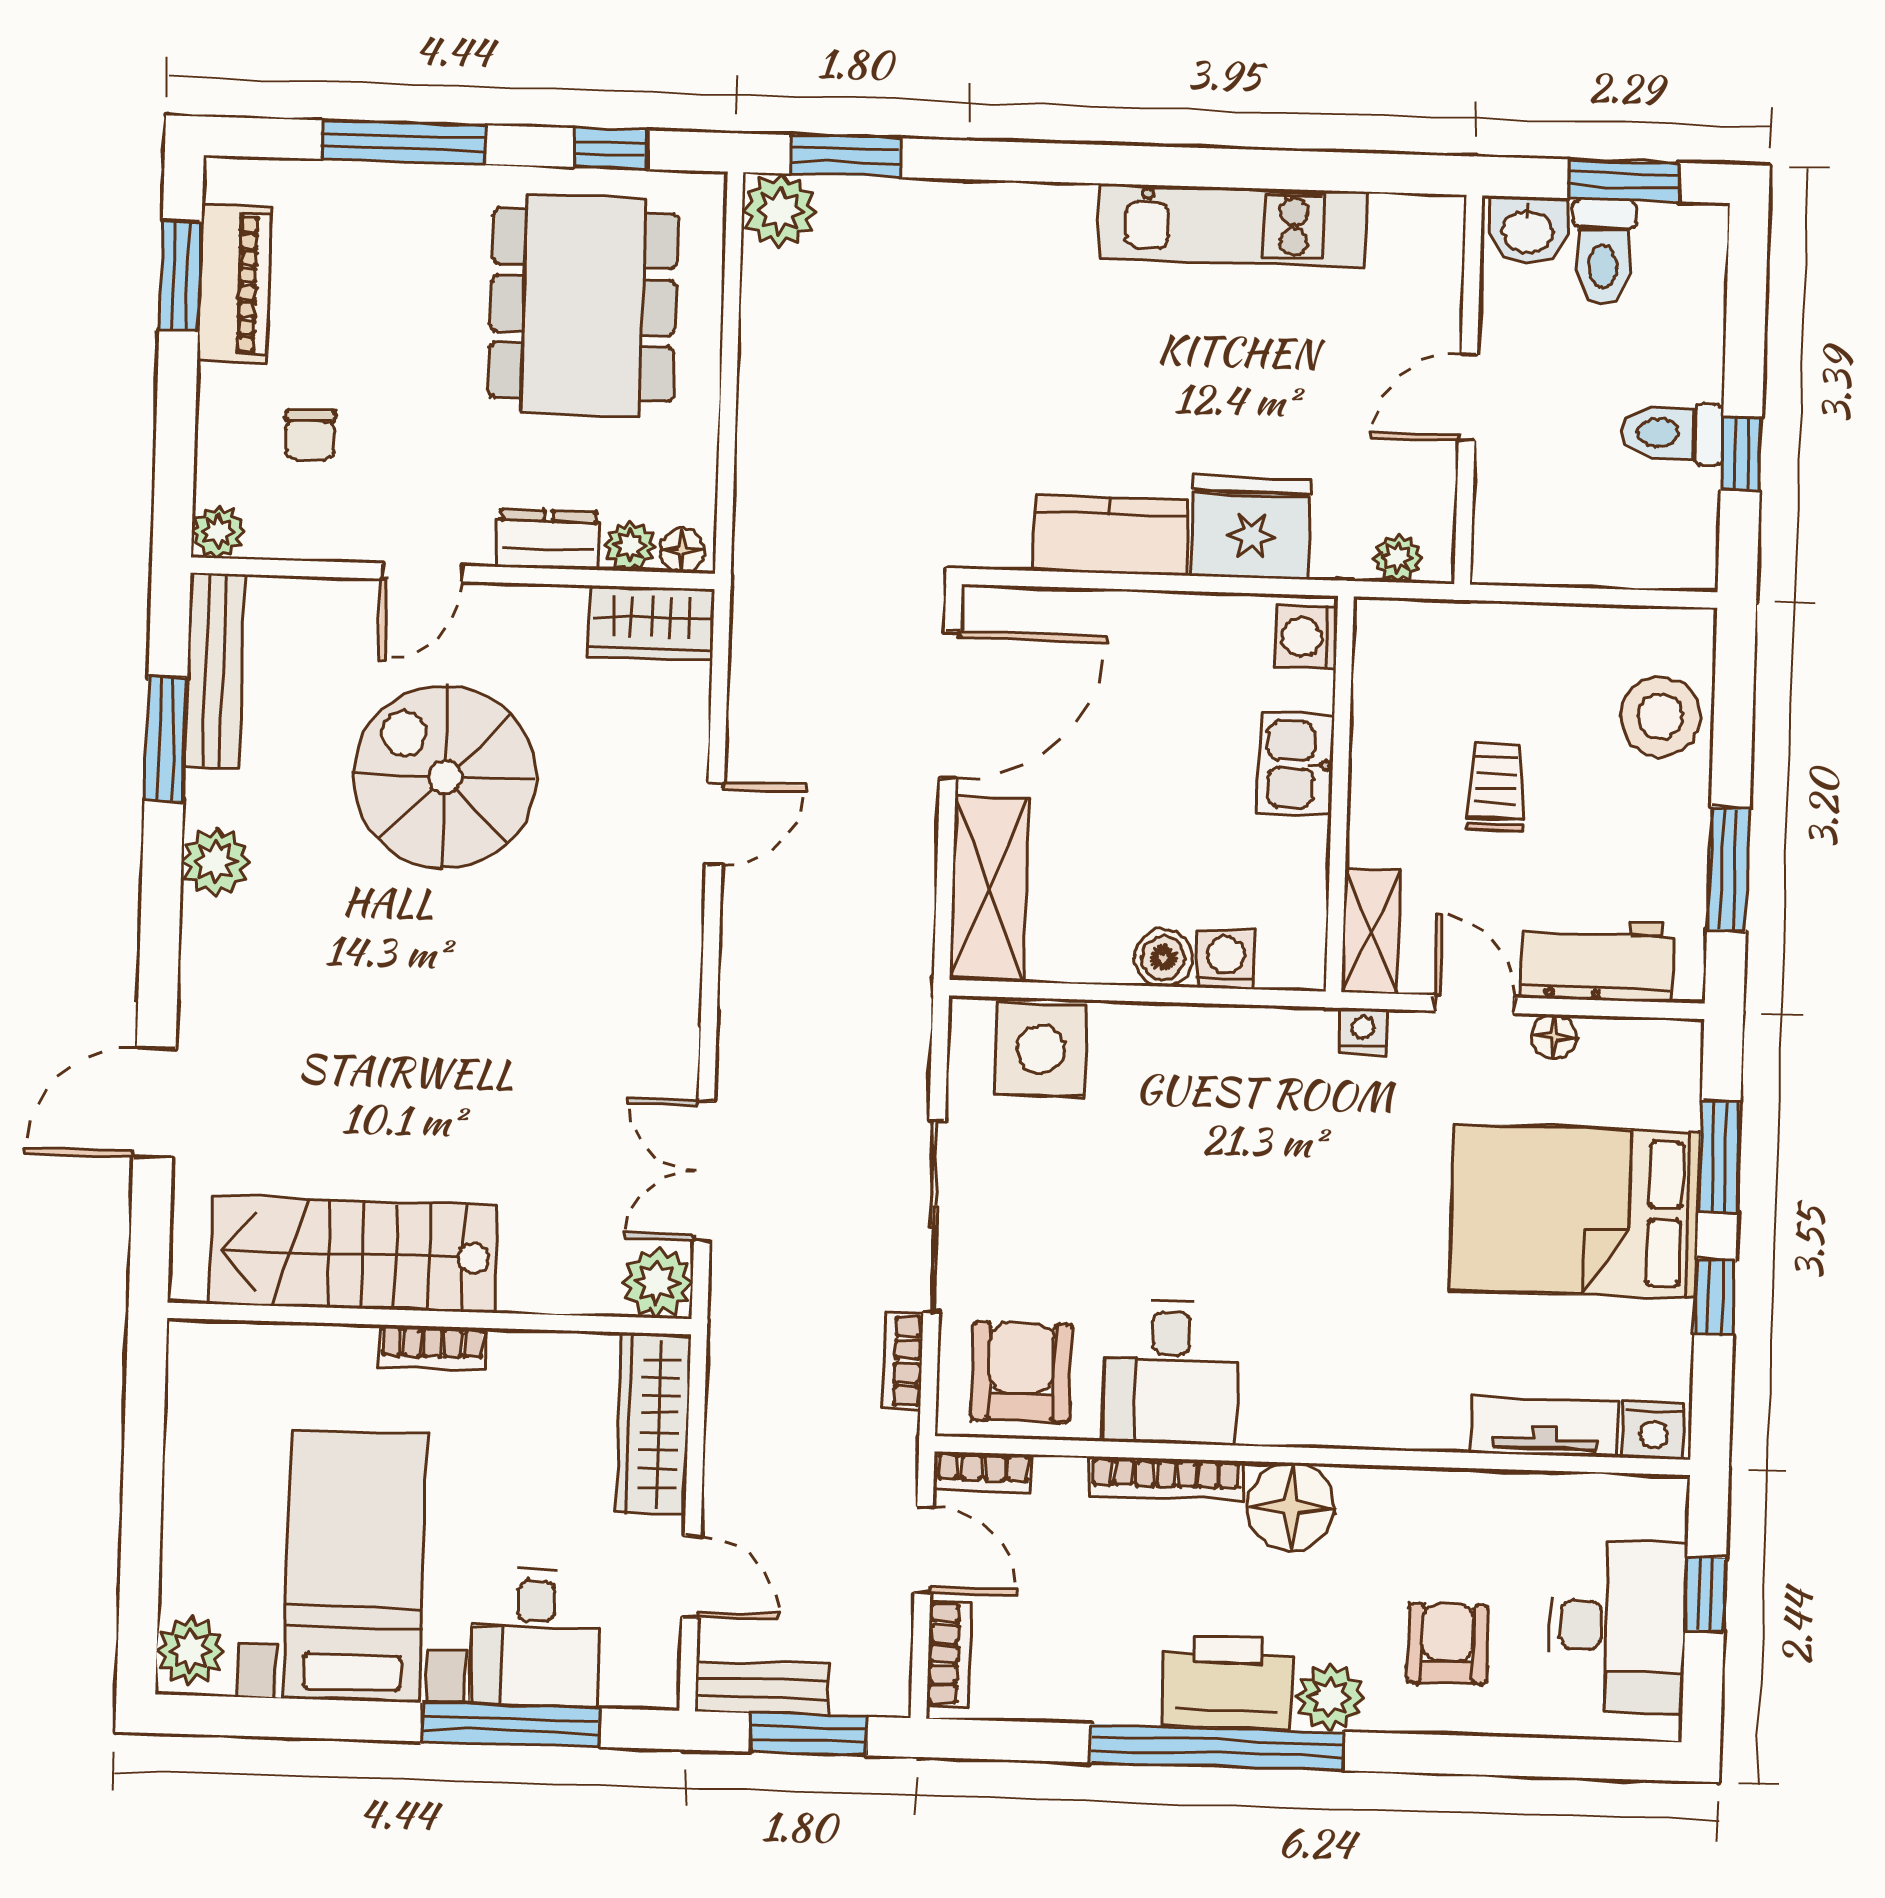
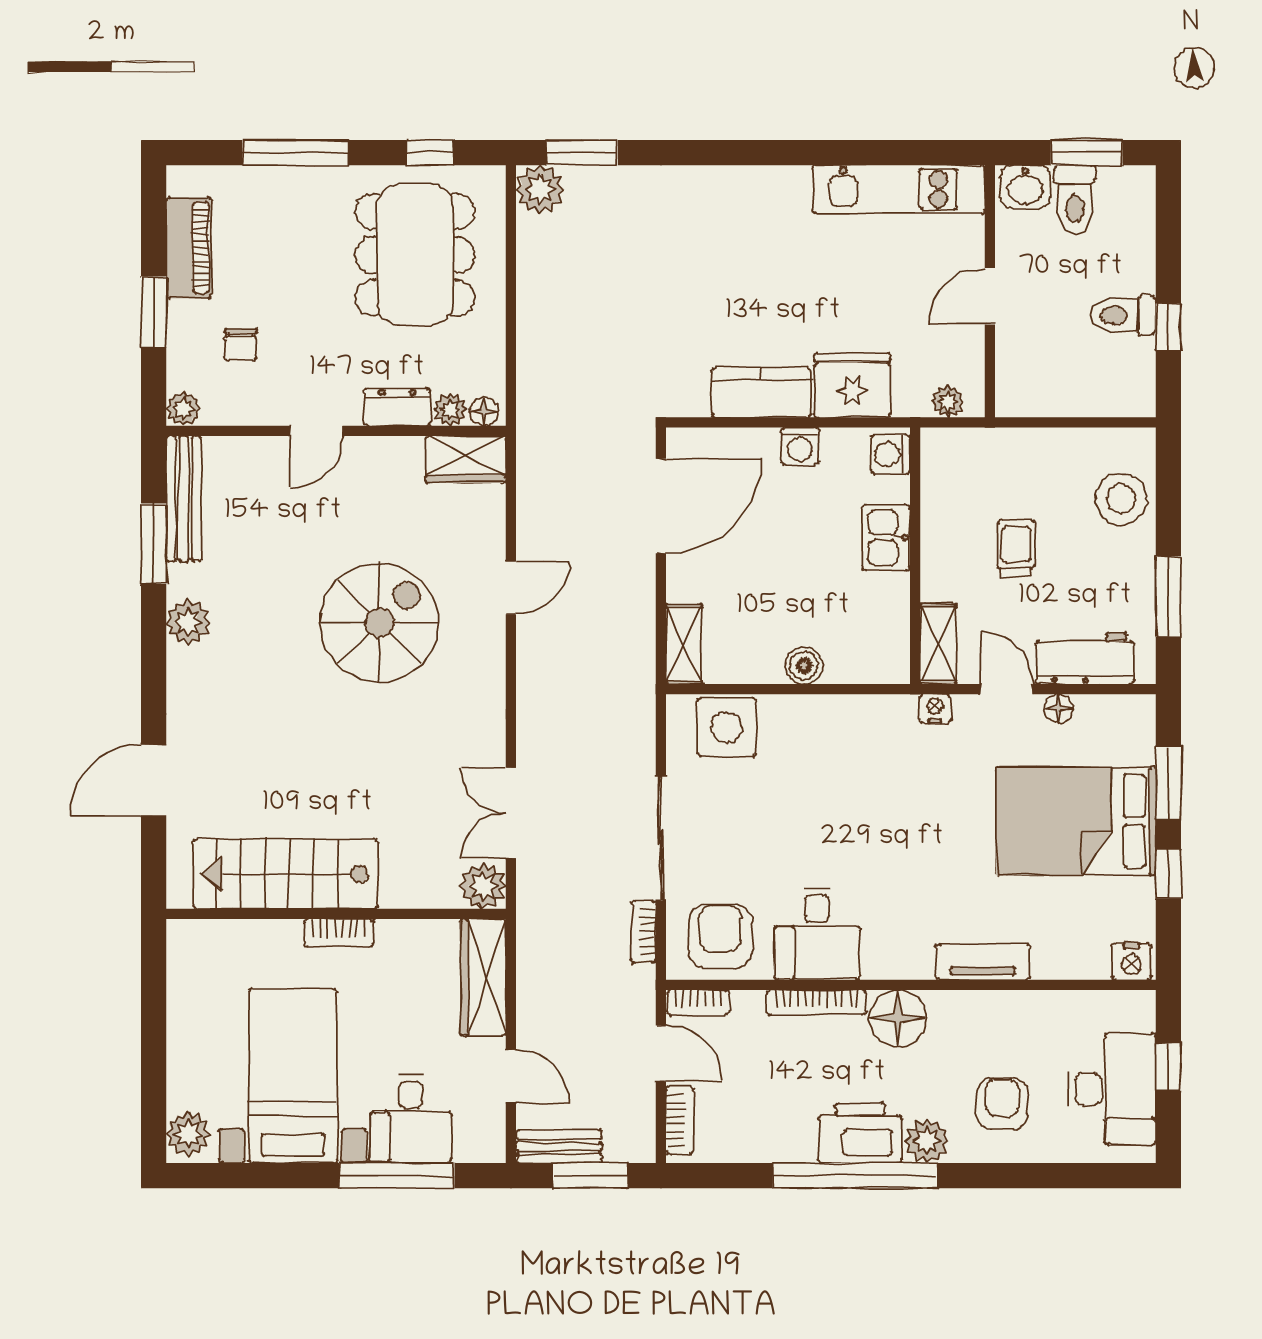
kitchen unit: (1233, 225) -> (899, 189), moved
window: (180, 276) -> (154, 312), moved
spiral stairs: (445, 777) -> (379, 623), moved, turned 90
shelving: (989, 889) -> (684, 644), width x0.67, depth x0.75
washing machine: (1226, 960) -> (800, 446), moved, turned 180
tv unit: (1545, 1427) -> (983, 962), moved

